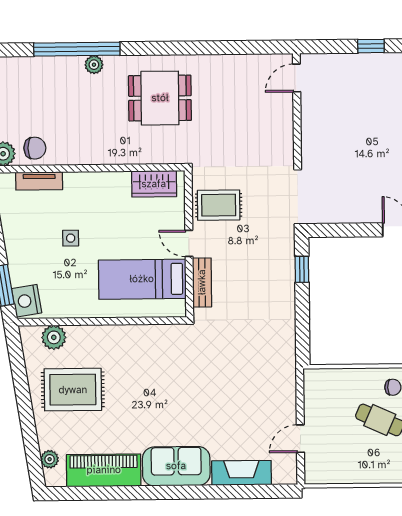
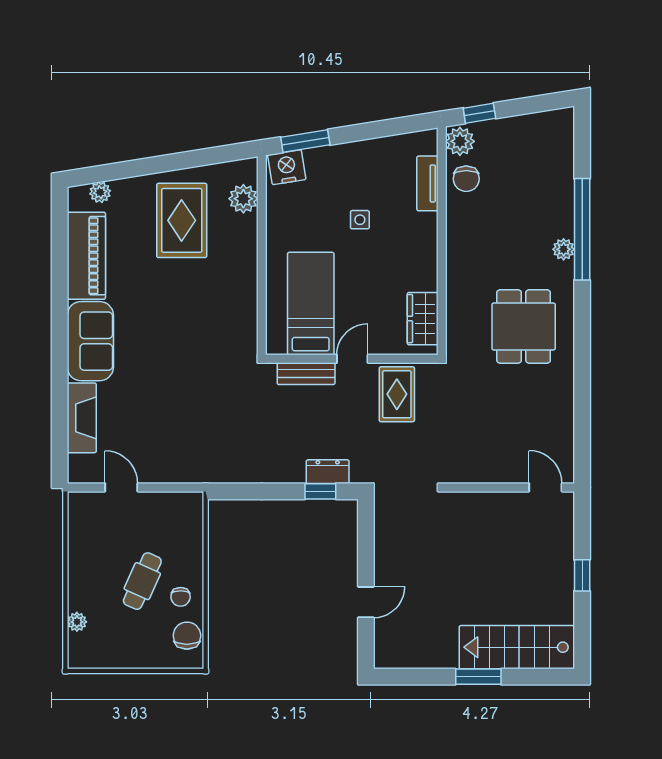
dresser: (285, 263) -> (328, 472), added

